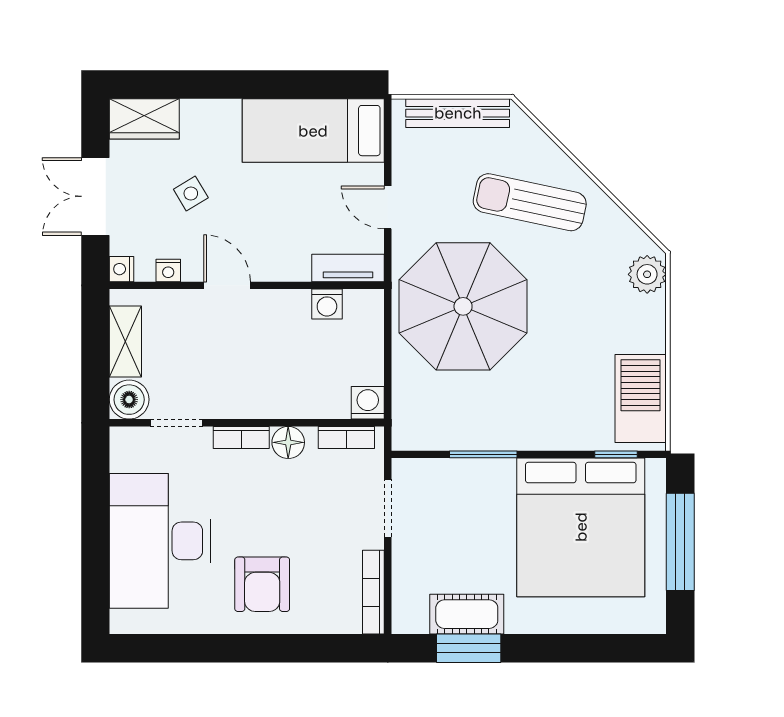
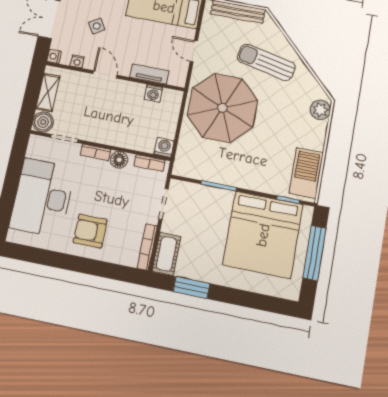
tv unit: (348, 268) -> (149, 74), moved
armchair: (262, 584) -> (90, 231), turned 90
cot: (467, 614) -> (167, 254), moved, turned 90

